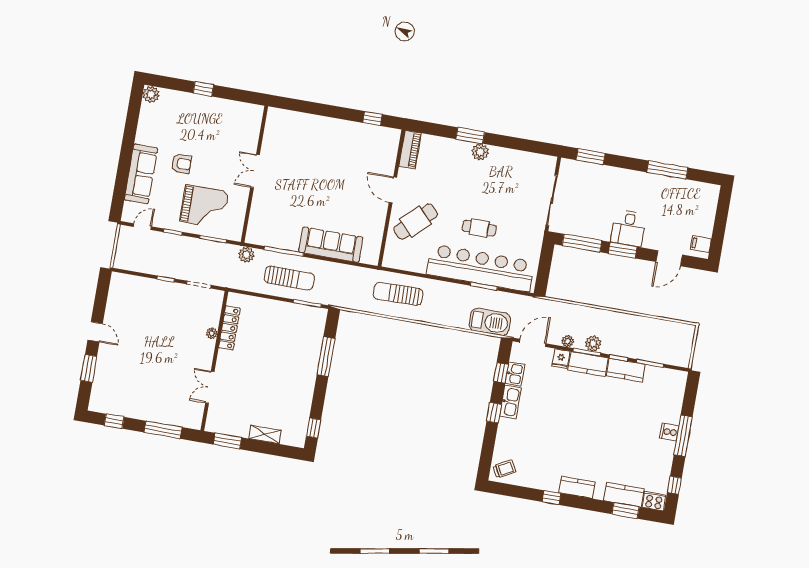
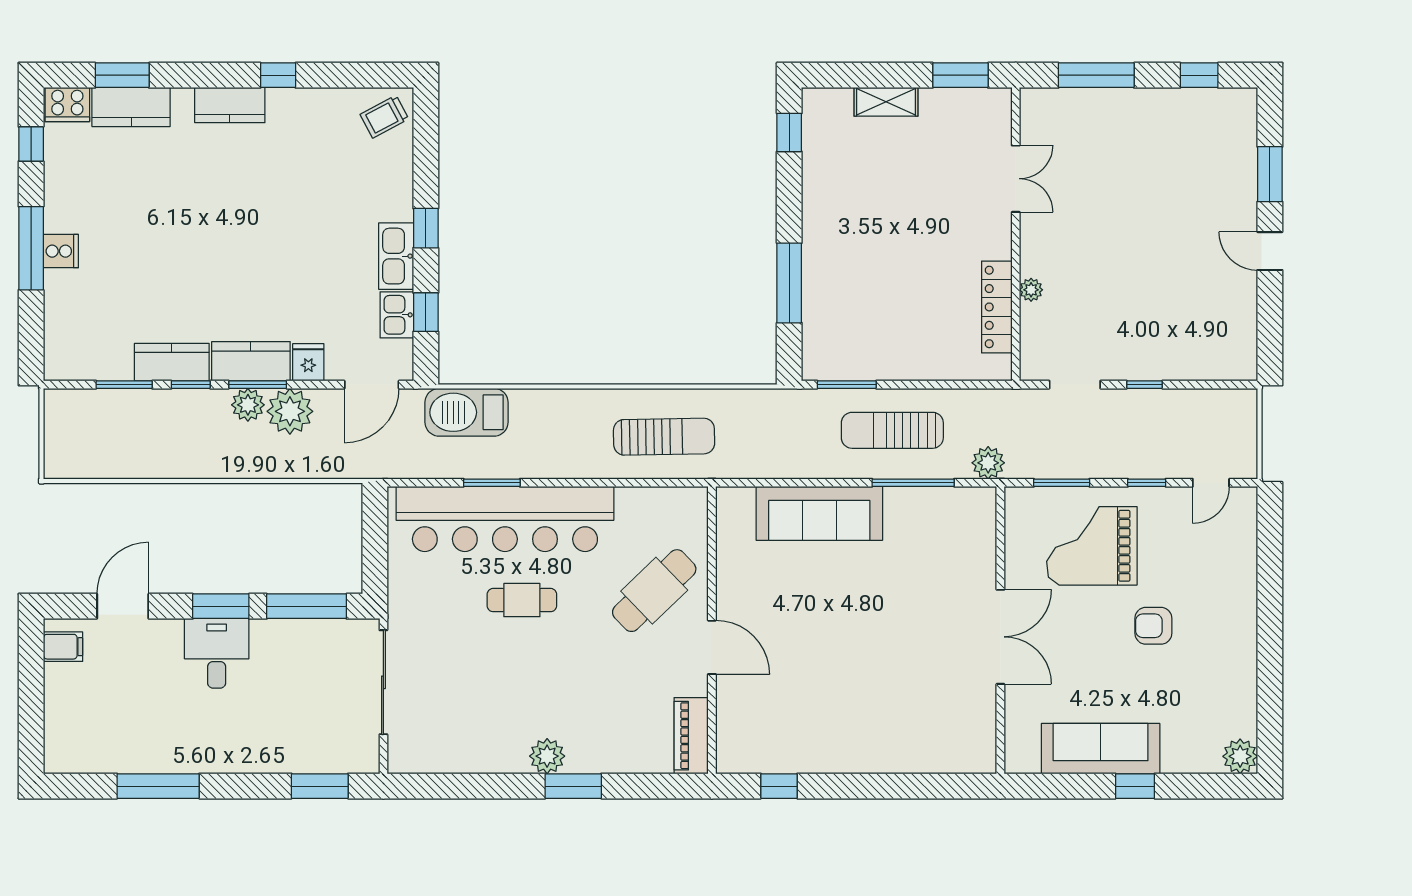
double door: (255, 171) -> (1000, 637), width x1.37
sofa: (141, 174) -> (1101, 749), moved, turned 90
plant: (568, 341) -> (290, 411), width x1.88, depth x1.88

